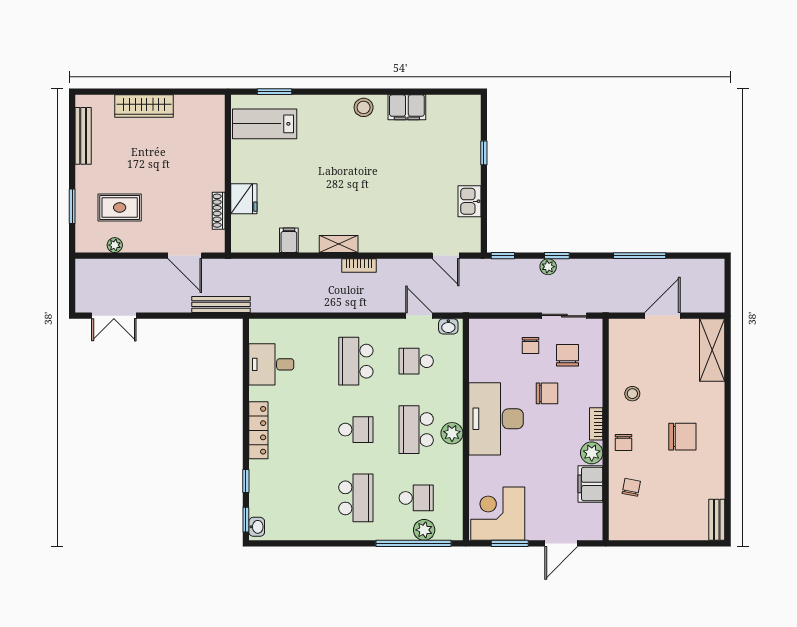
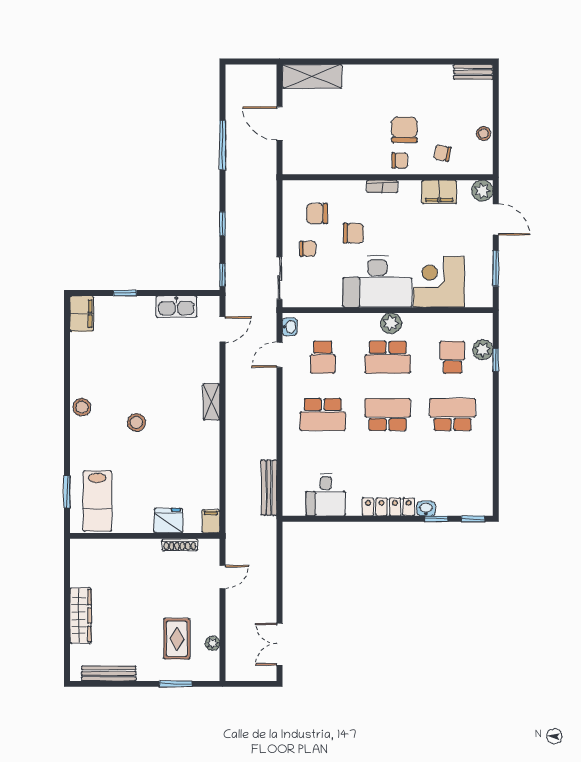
filing cabinet: (407, 107) -> (82, 314), moved
stool: (347, 165) -> (136, 422), added
kitchen sink: (469, 201) -> (176, 307), width x1.38
filing cabinet: (289, 240) -> (211, 521), moved, turned 90
shelving: (339, 244) -> (211, 402), moved
door: (185, 256) -> (223, 577), width x0.73
bookcase: (359, 265) -> (232, 411), removed
plant: (548, 267) -> (233, 232), removed
bench: (221, 304) -> (269, 488), moved
double door: (114, 316) -> (279, 644), swing flipped
sliding door: (564, 316) -> (279, 278), moved
chair: (547, 393) -> (353, 233), turned 90
stool: (632, 394) -> (484, 134), moved
school desk: (356, 430) -> (388, 414), width x1.85
chair: (682, 437) -> (404, 130), moved
plant: (592, 453) -> (482, 191), moved
corner desk: (498, 514) -> (439, 282), moved, turned 90
washbasin: (257, 527) -> (426, 509), moved
window: (413, 543) -> (496, 360), width x0.32

